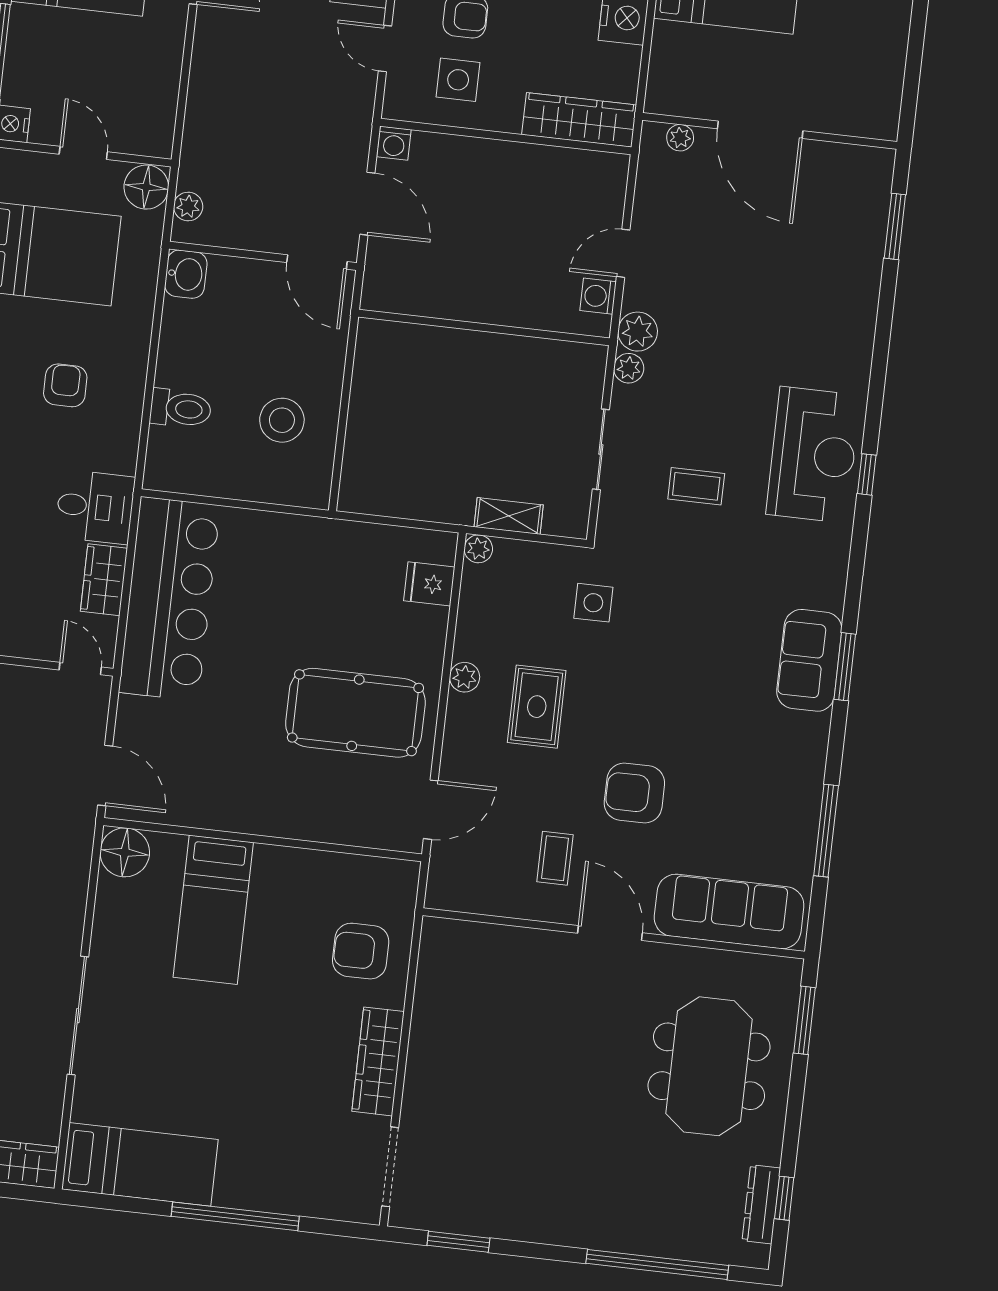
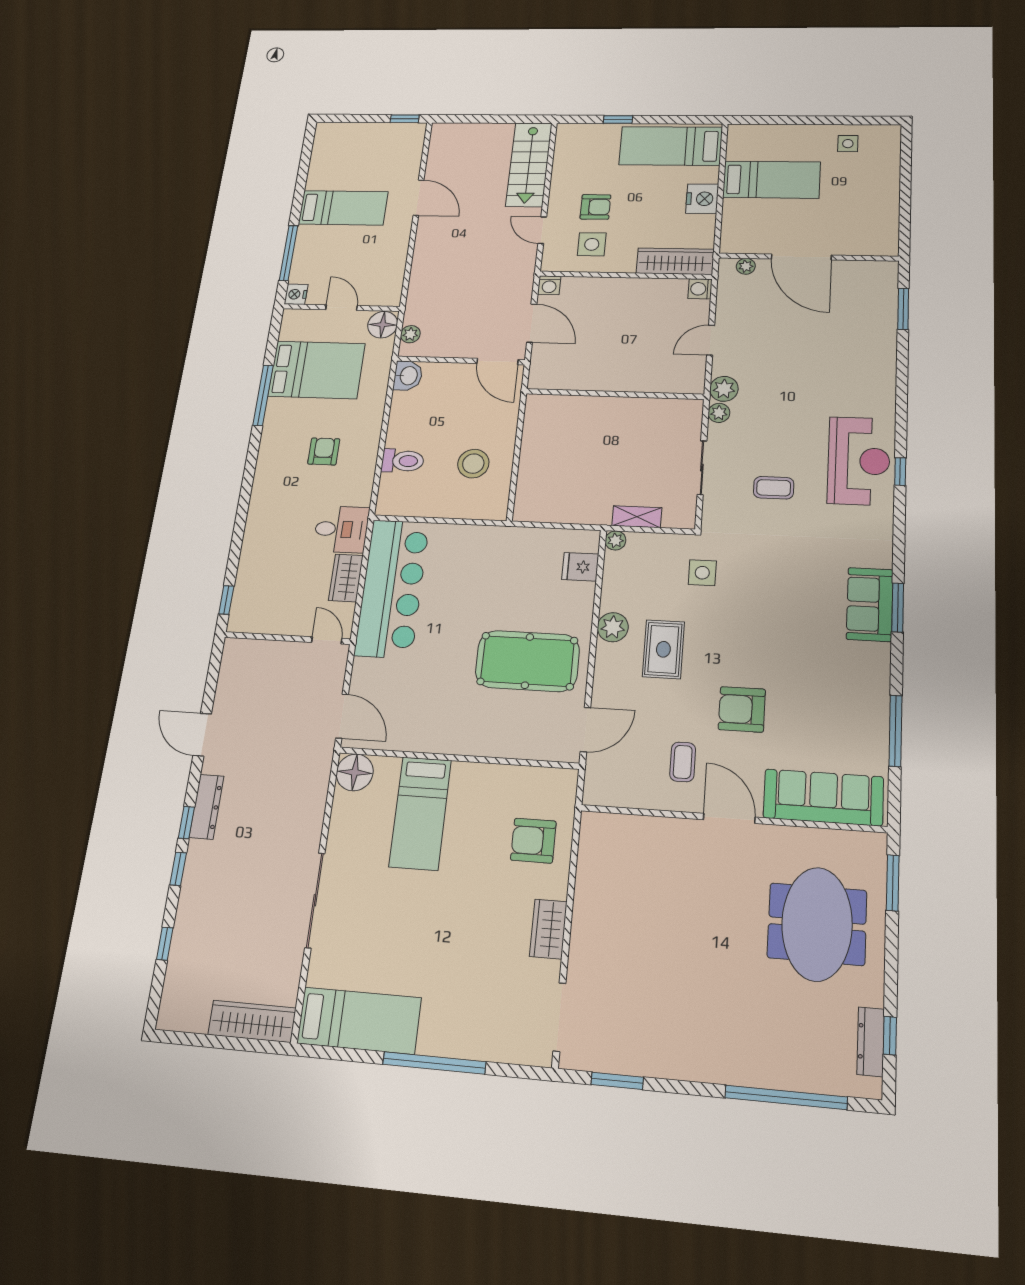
washing machine: (598, 296) -> (700, 289), moved
plant: (465, 677) -> (613, 627), width x1.38, depth x1.38
wardrobe: (378, 1061) -> (548, 929), width x0.67

